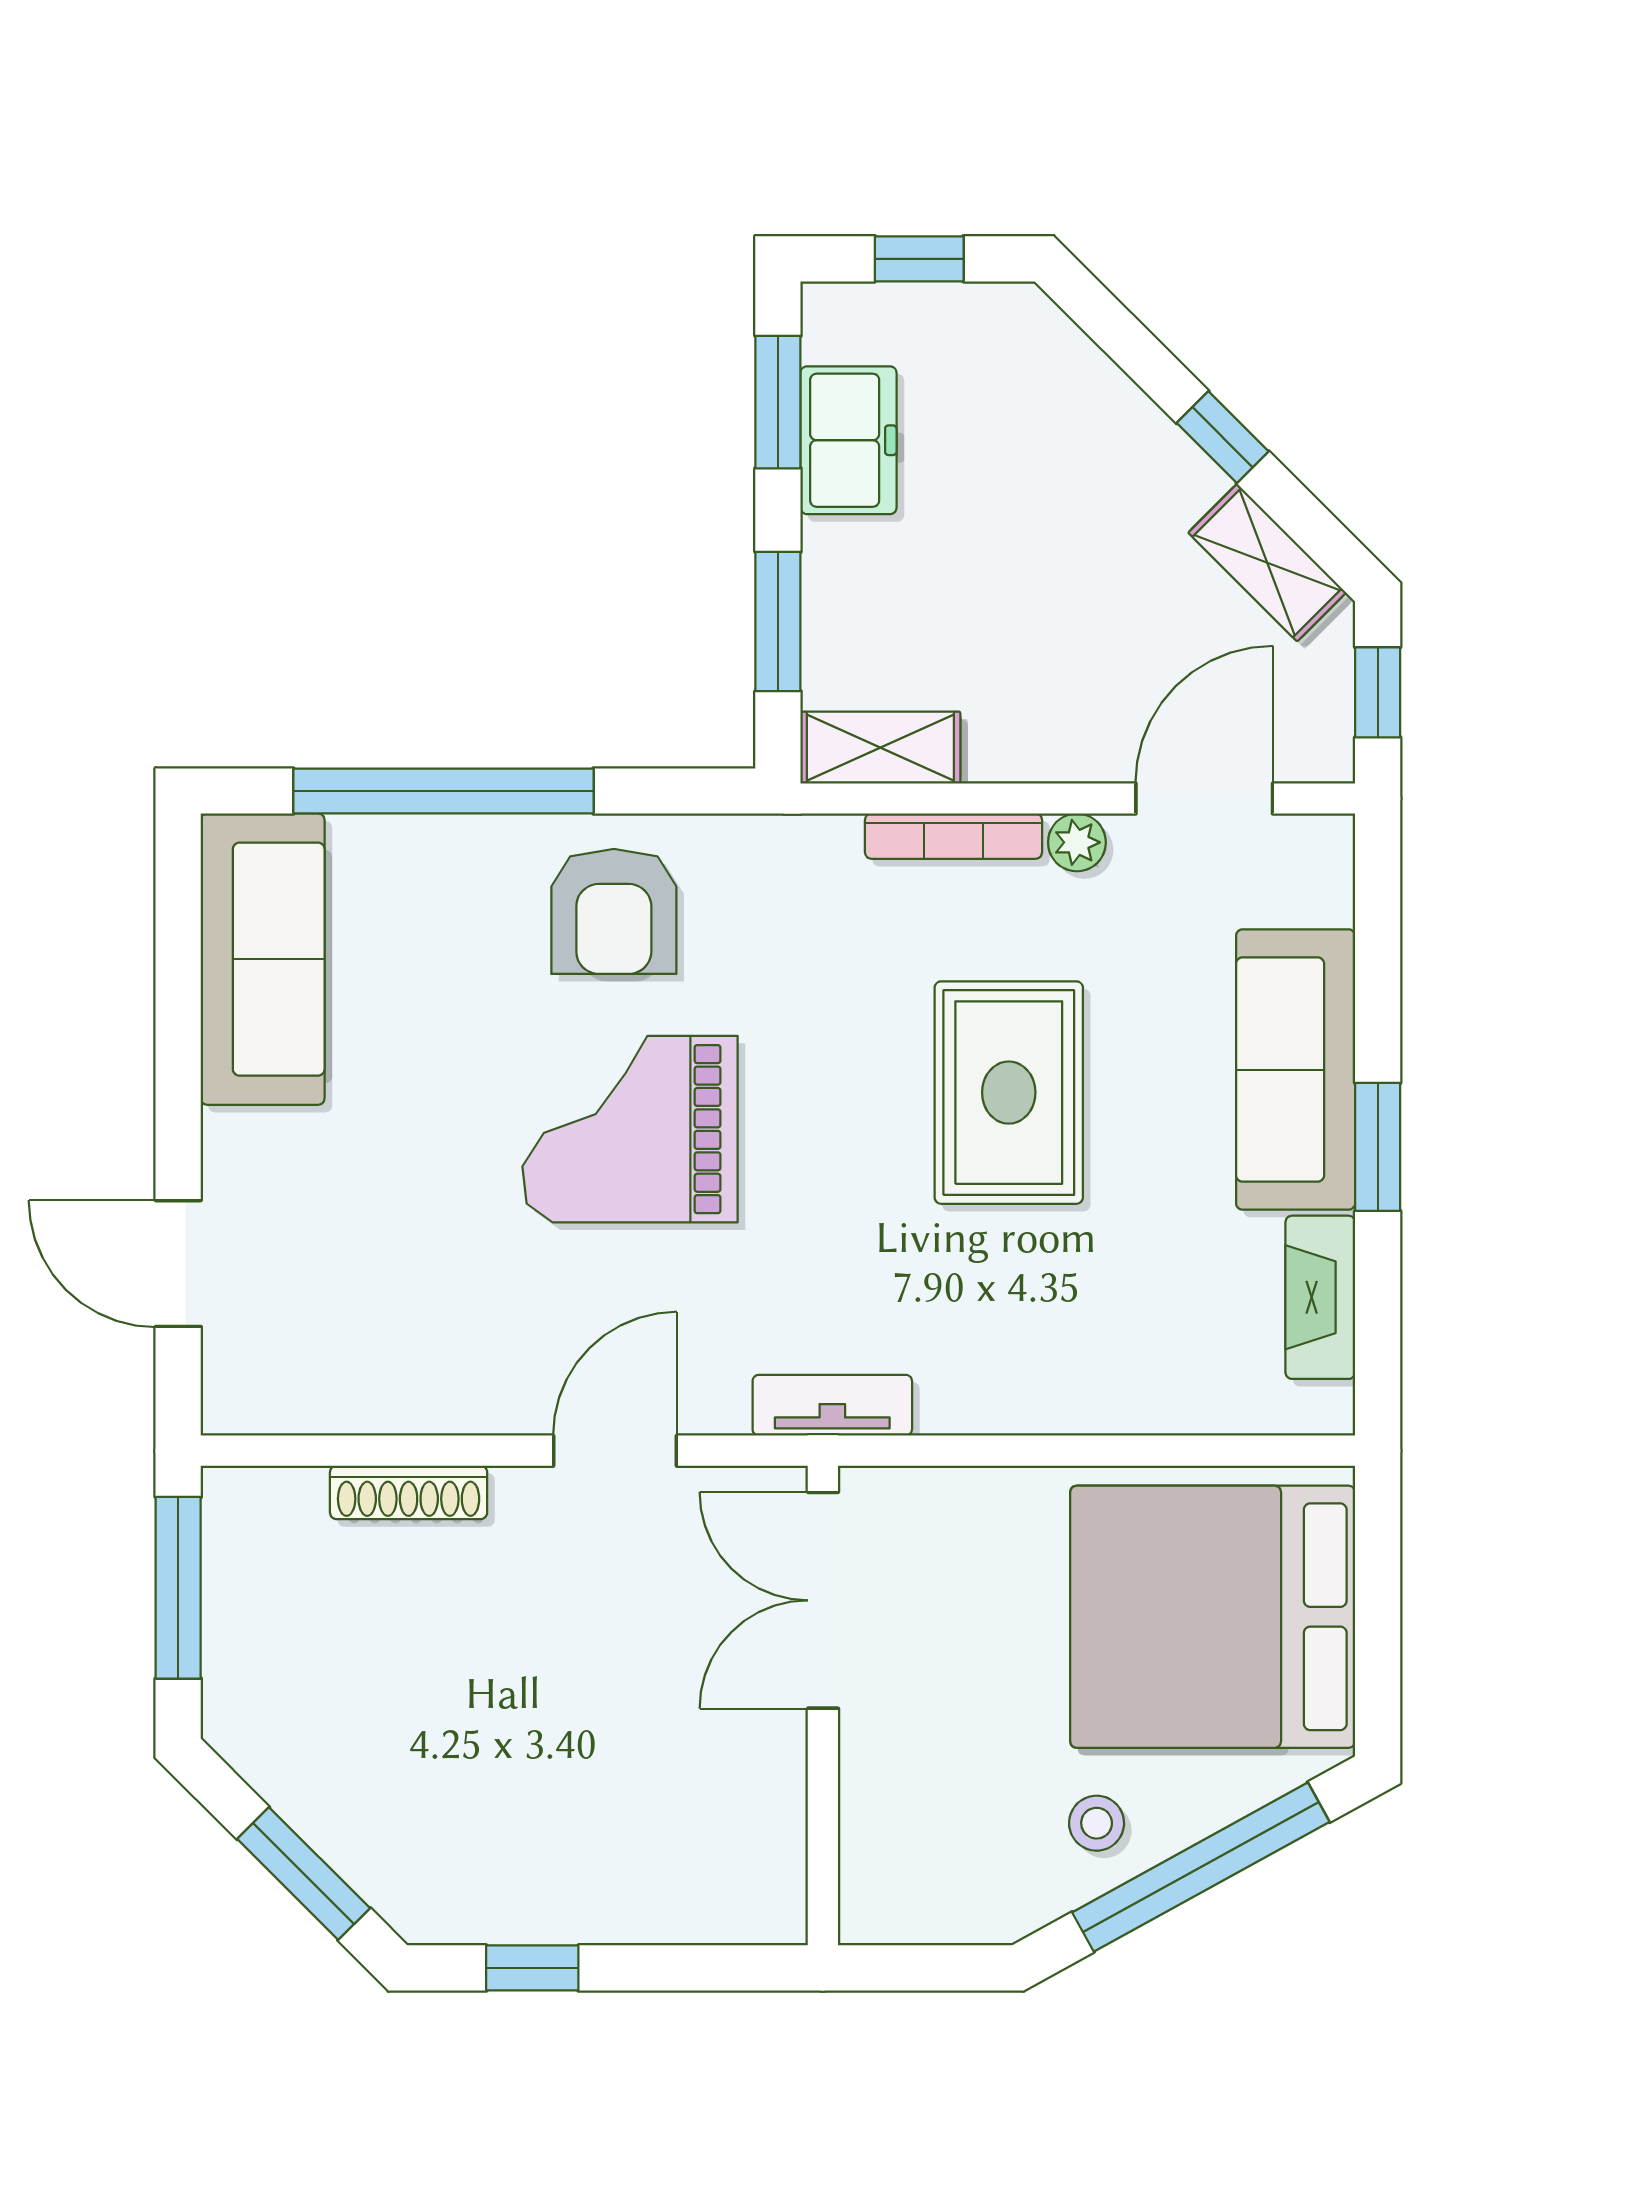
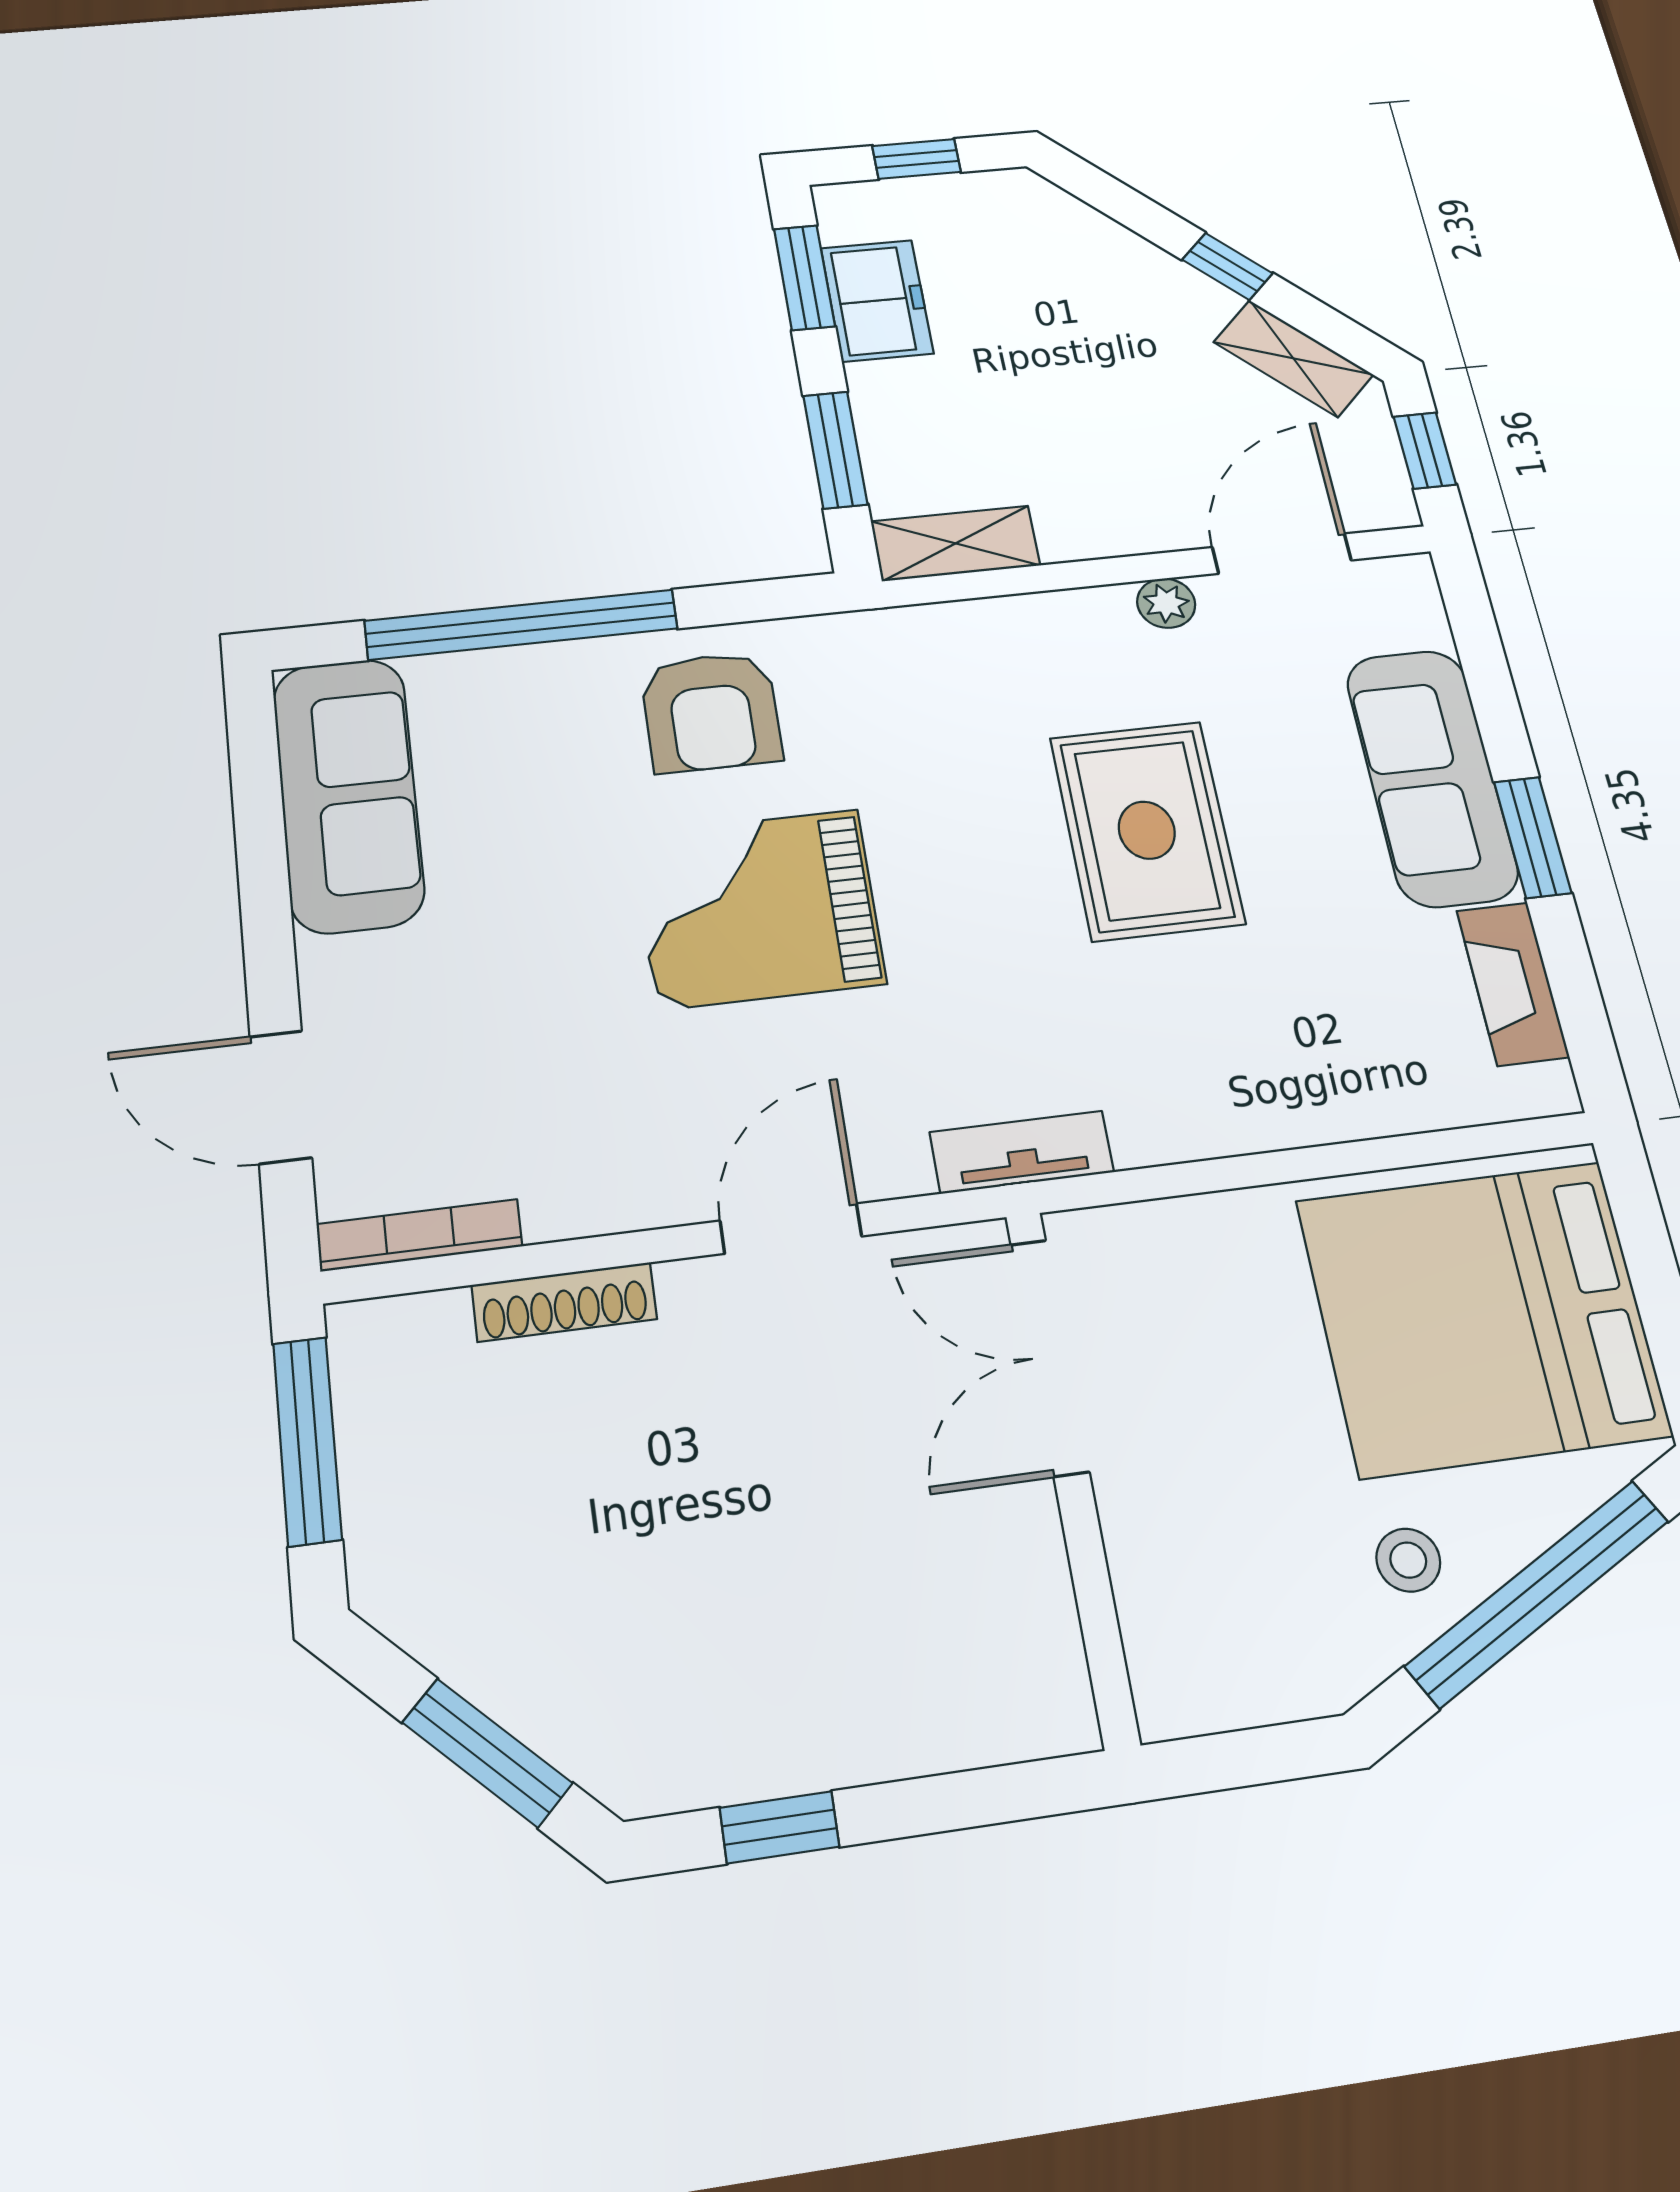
bookcase: (954, 836) -> (419, 1235), moved, turned 180

